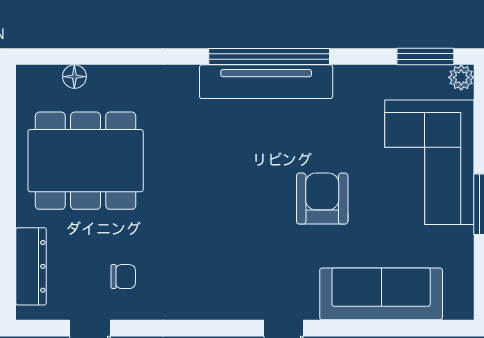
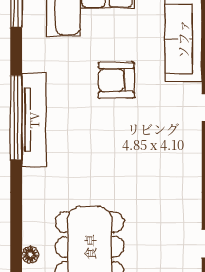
chair: (123, 277) -> (171, 220), removed

